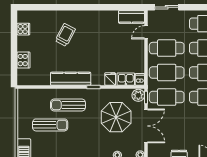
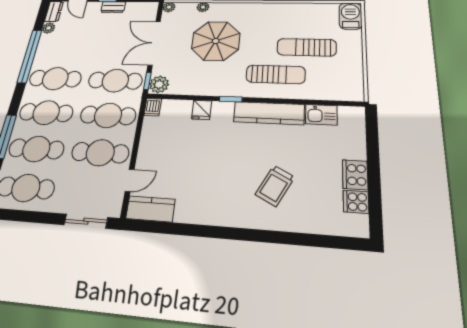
cooker: (24, 60) -> (355, 175), moved
kitchen sink: (126, 79) -> (321, 115), moved
parasol: (116, 117) -> (216, 41), moved

